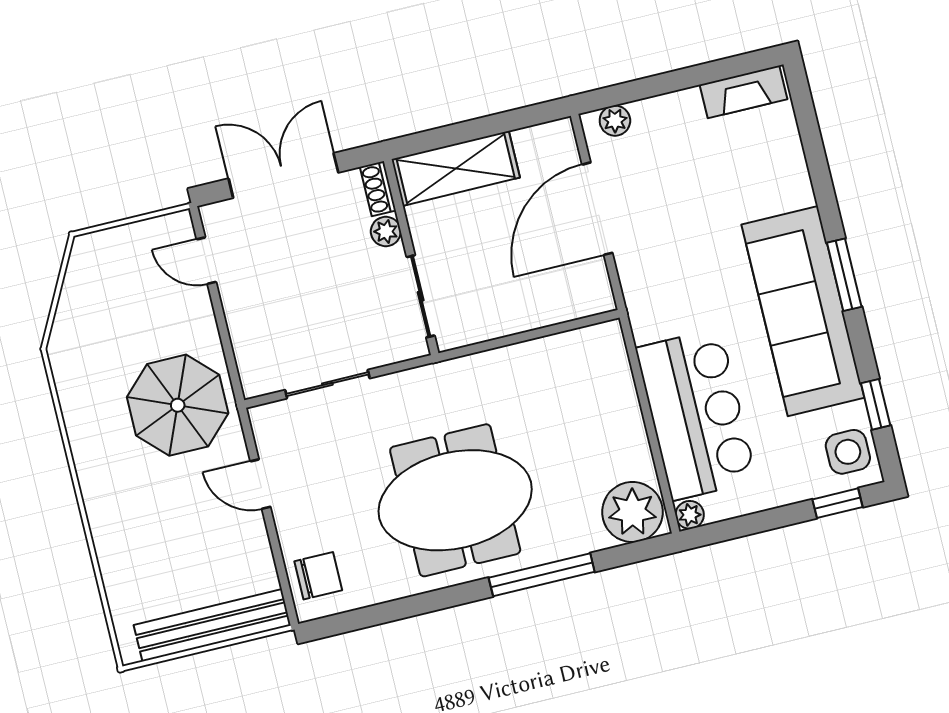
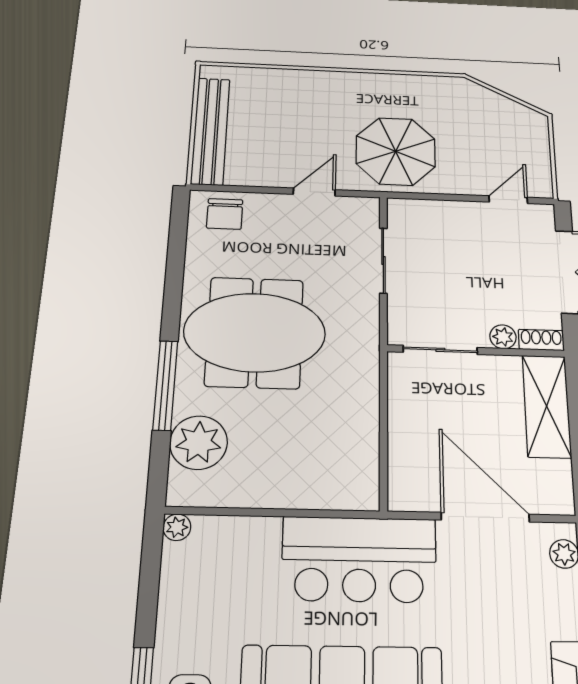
bar counter: (696, 414) -> (359, 559), moved
meeting table: (455, 500) -> (255, 332), turned 90
plant: (632, 512) -> (199, 443), moved

